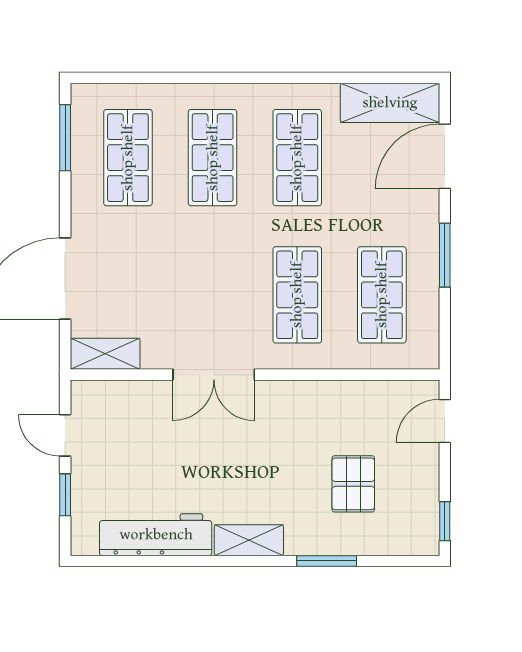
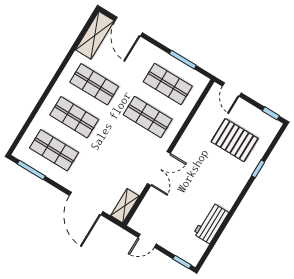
window: (445, 255) -> (183, 60), moved
pallet: (353, 484) -> (235, 140), width x1.50, depth x1.42
window: (65, 495) -> (182, 262), moved
workbench: (156, 535) -> (211, 223), width x0.73
shelving: (249, 540) -> (232, 194), removed
window: (327, 561) -> (258, 169), width x0.67

